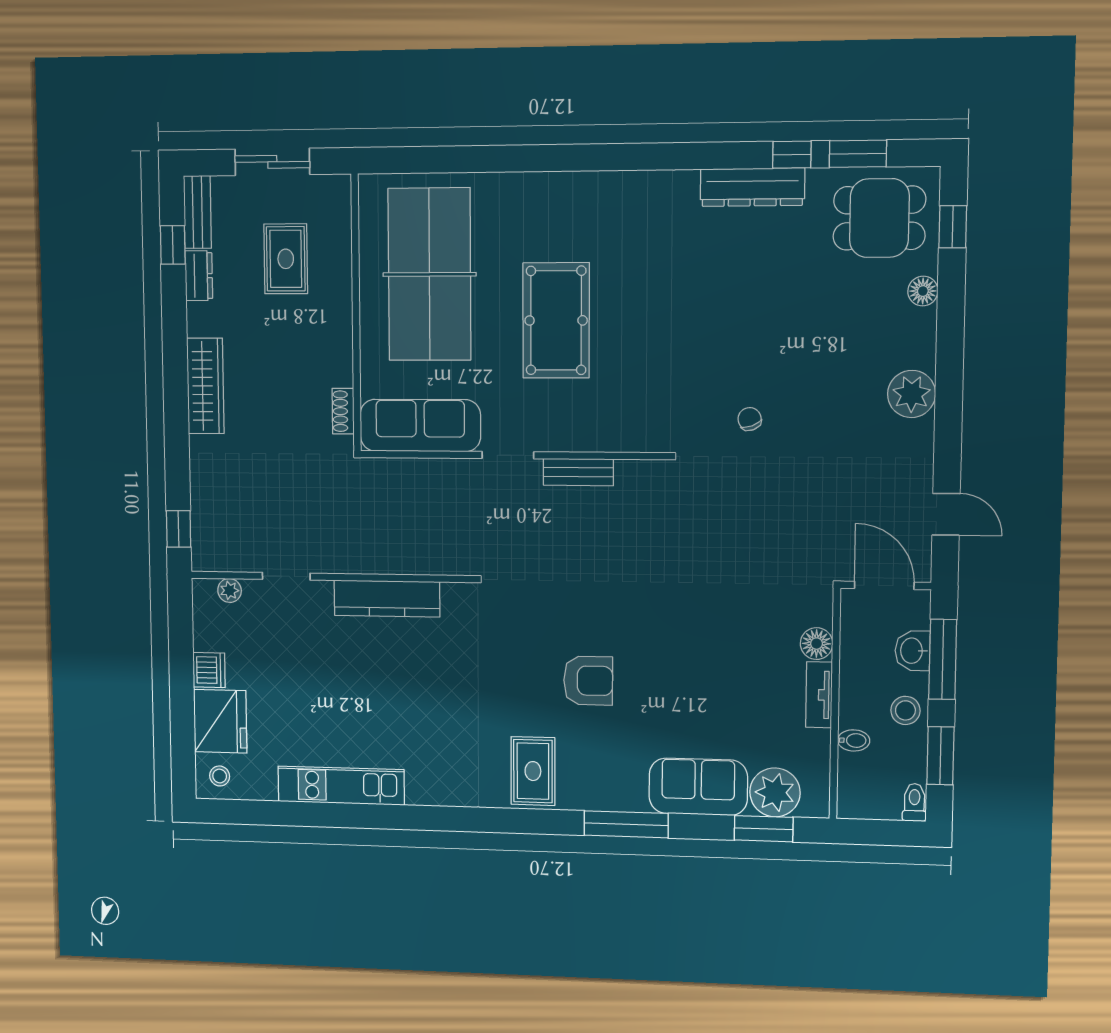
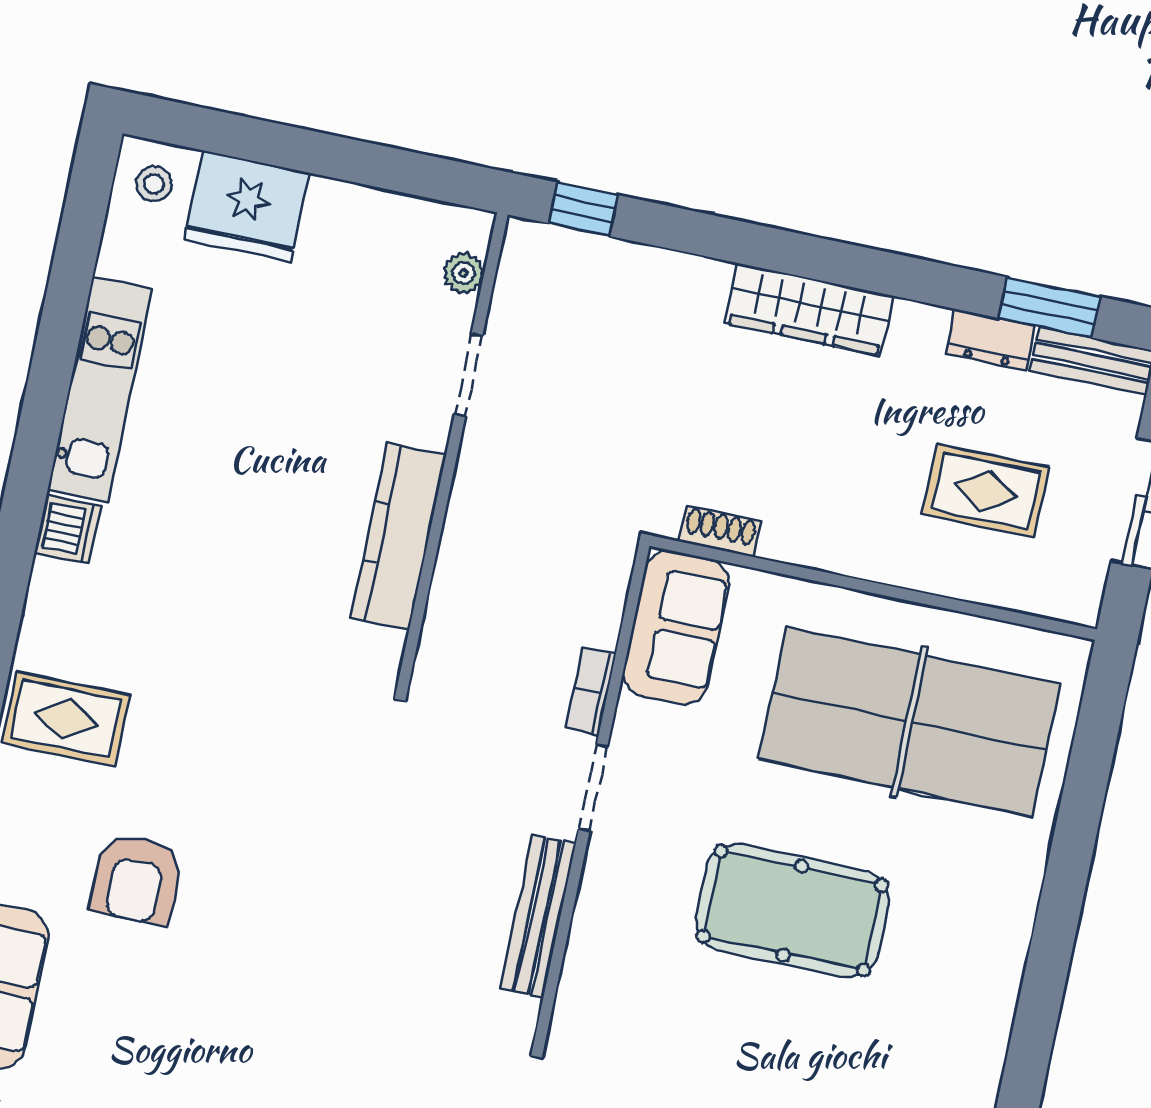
window: (173, 245) -> (1049, 307), width x1.50
sofa: (420, 425) -> (676, 628), width x0.73
bookcase: (452, 468) -> (591, 691), added
bench: (578, 472) -> (538, 916), width x1.36
dishwasher: (209, 670) -> (68, 529), moved, turned -90
armchair: (588, 681) -> (136, 879), moved

